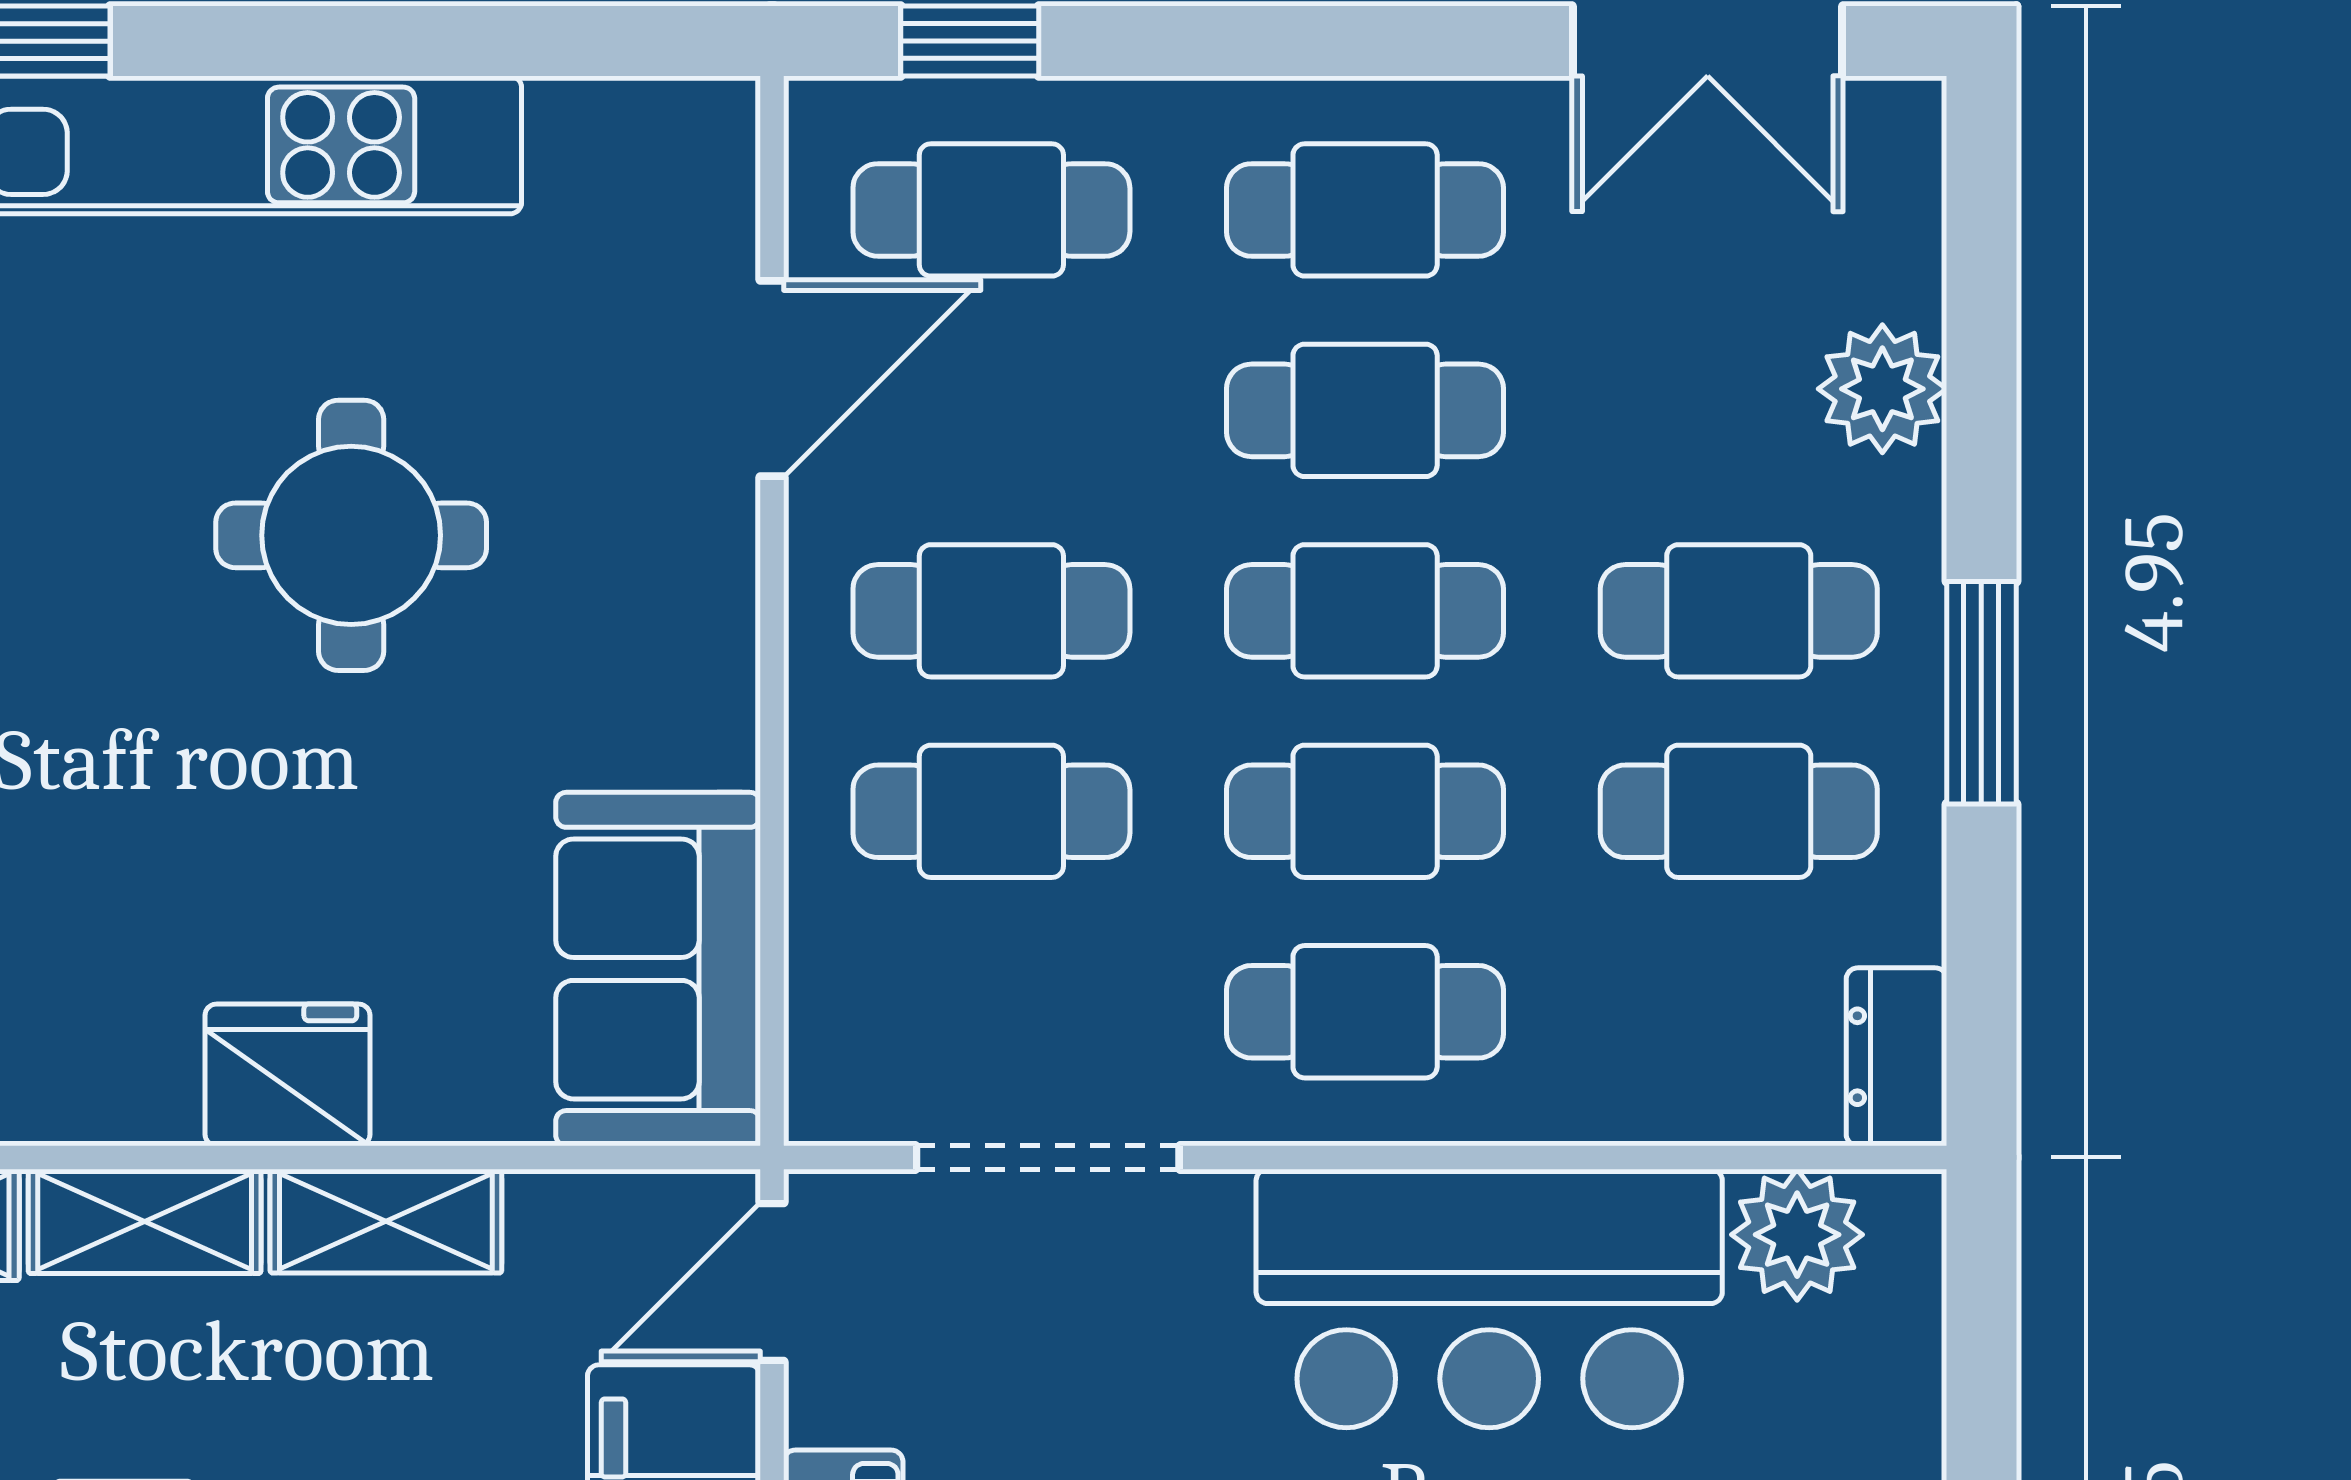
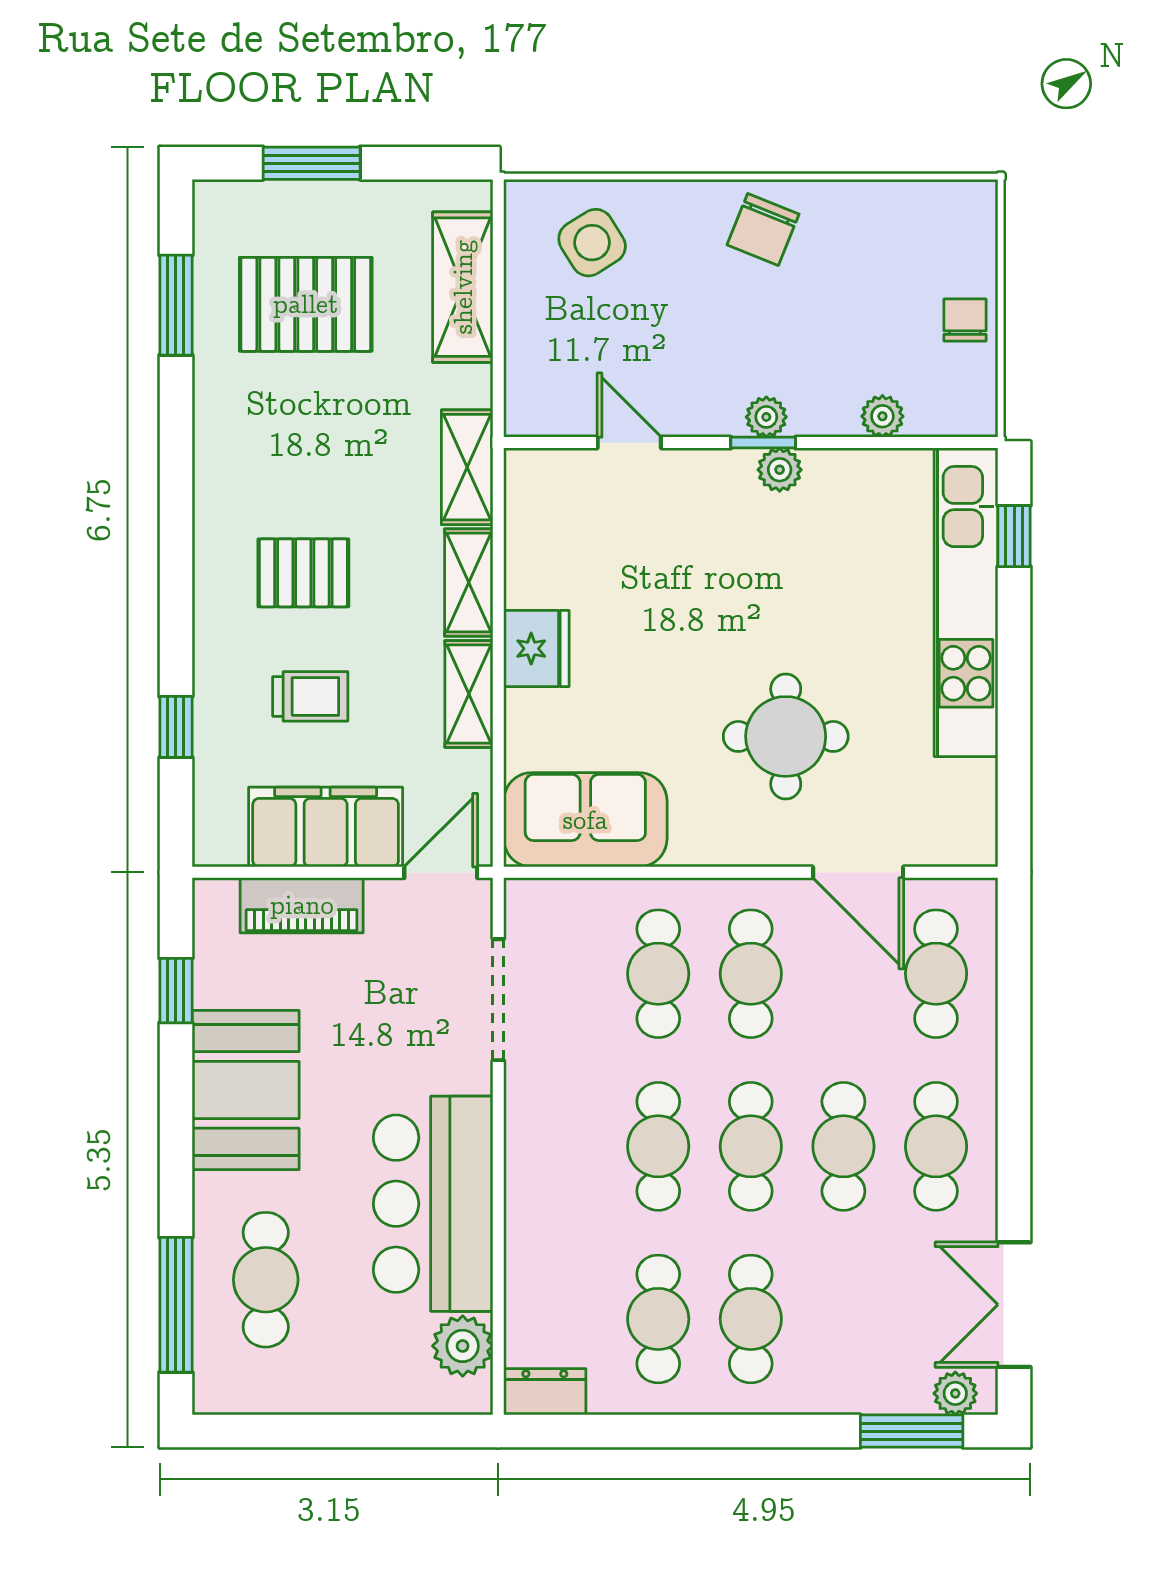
window: (970, 41) -> (1014, 964), removed
plant: (1882, 389) -> (955, 1393), moved, width x0.73, depth x0.73
round table: (351, 535) -> (786, 736), moved
window: (1981, 693) -> (912, 1431), moved
cafe table: (1365, 1012) -> (566, 1146), removed
door: (772, 1282) -> (441, 872), hinge flipped

